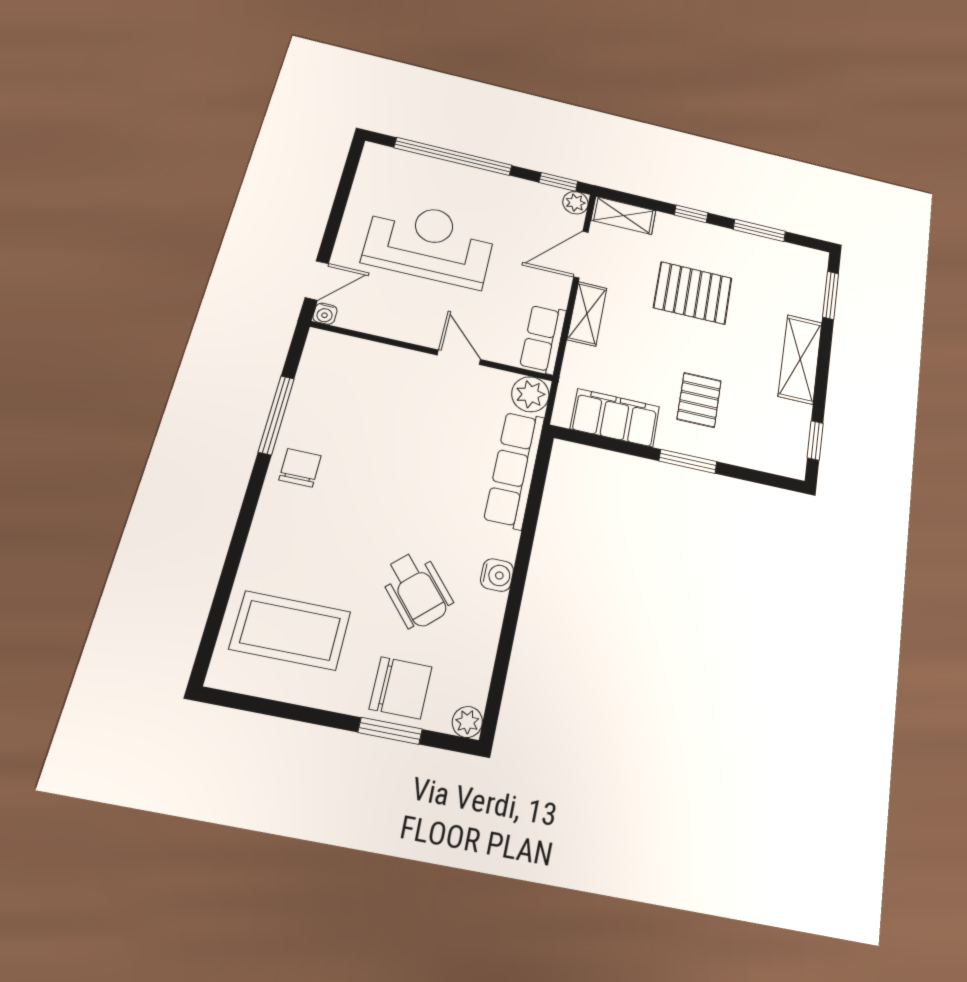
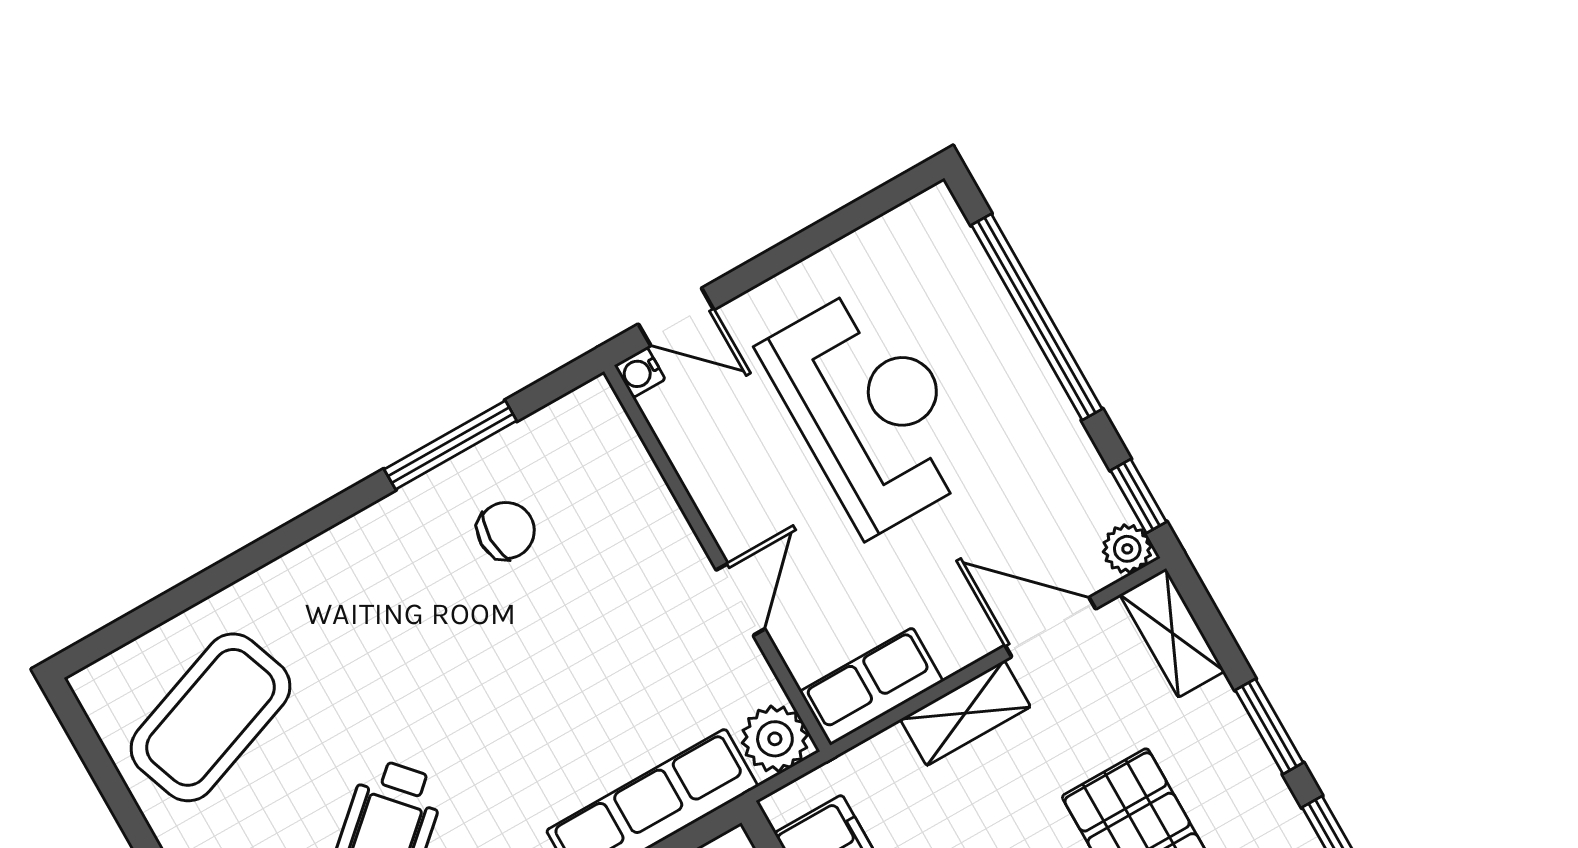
window: (691, 214) -> (1269, 726), width x1.50
chair: (300, 468) -> (506, 531), moved
coffee table: (290, 630) -> (211, 717), turned 70

